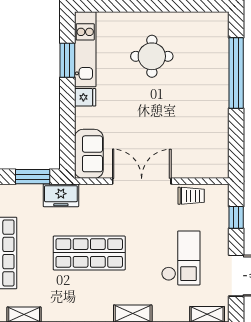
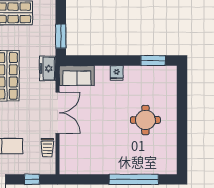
kitchen unit: (85, 49) -> (150, 73), removed
window: (67, 60) -> (153, 61), moved
freezer: (61, 195) -> (48, 68), moved

